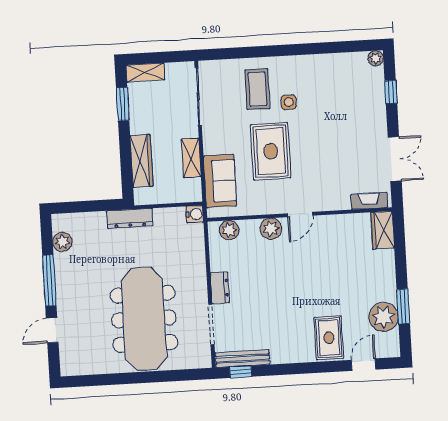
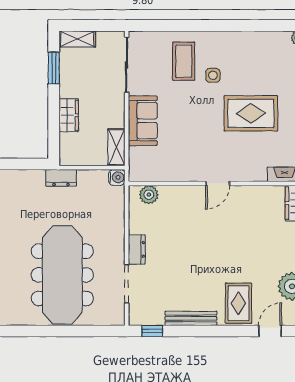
rug: (271, 151) -> (251, 113), moved, turned 90
shelving: (191, 158) -> (116, 147), moved
wardrobe: (142, 161) -> (69, 115), width x0.67
sofa: (220, 181) -> (143, 121), moved
dresser: (130, 218) -> (61, 178), width x0.70
plant: (271, 229) -> (189, 195), removed
bench: (242, 359) -> (191, 318), moved

